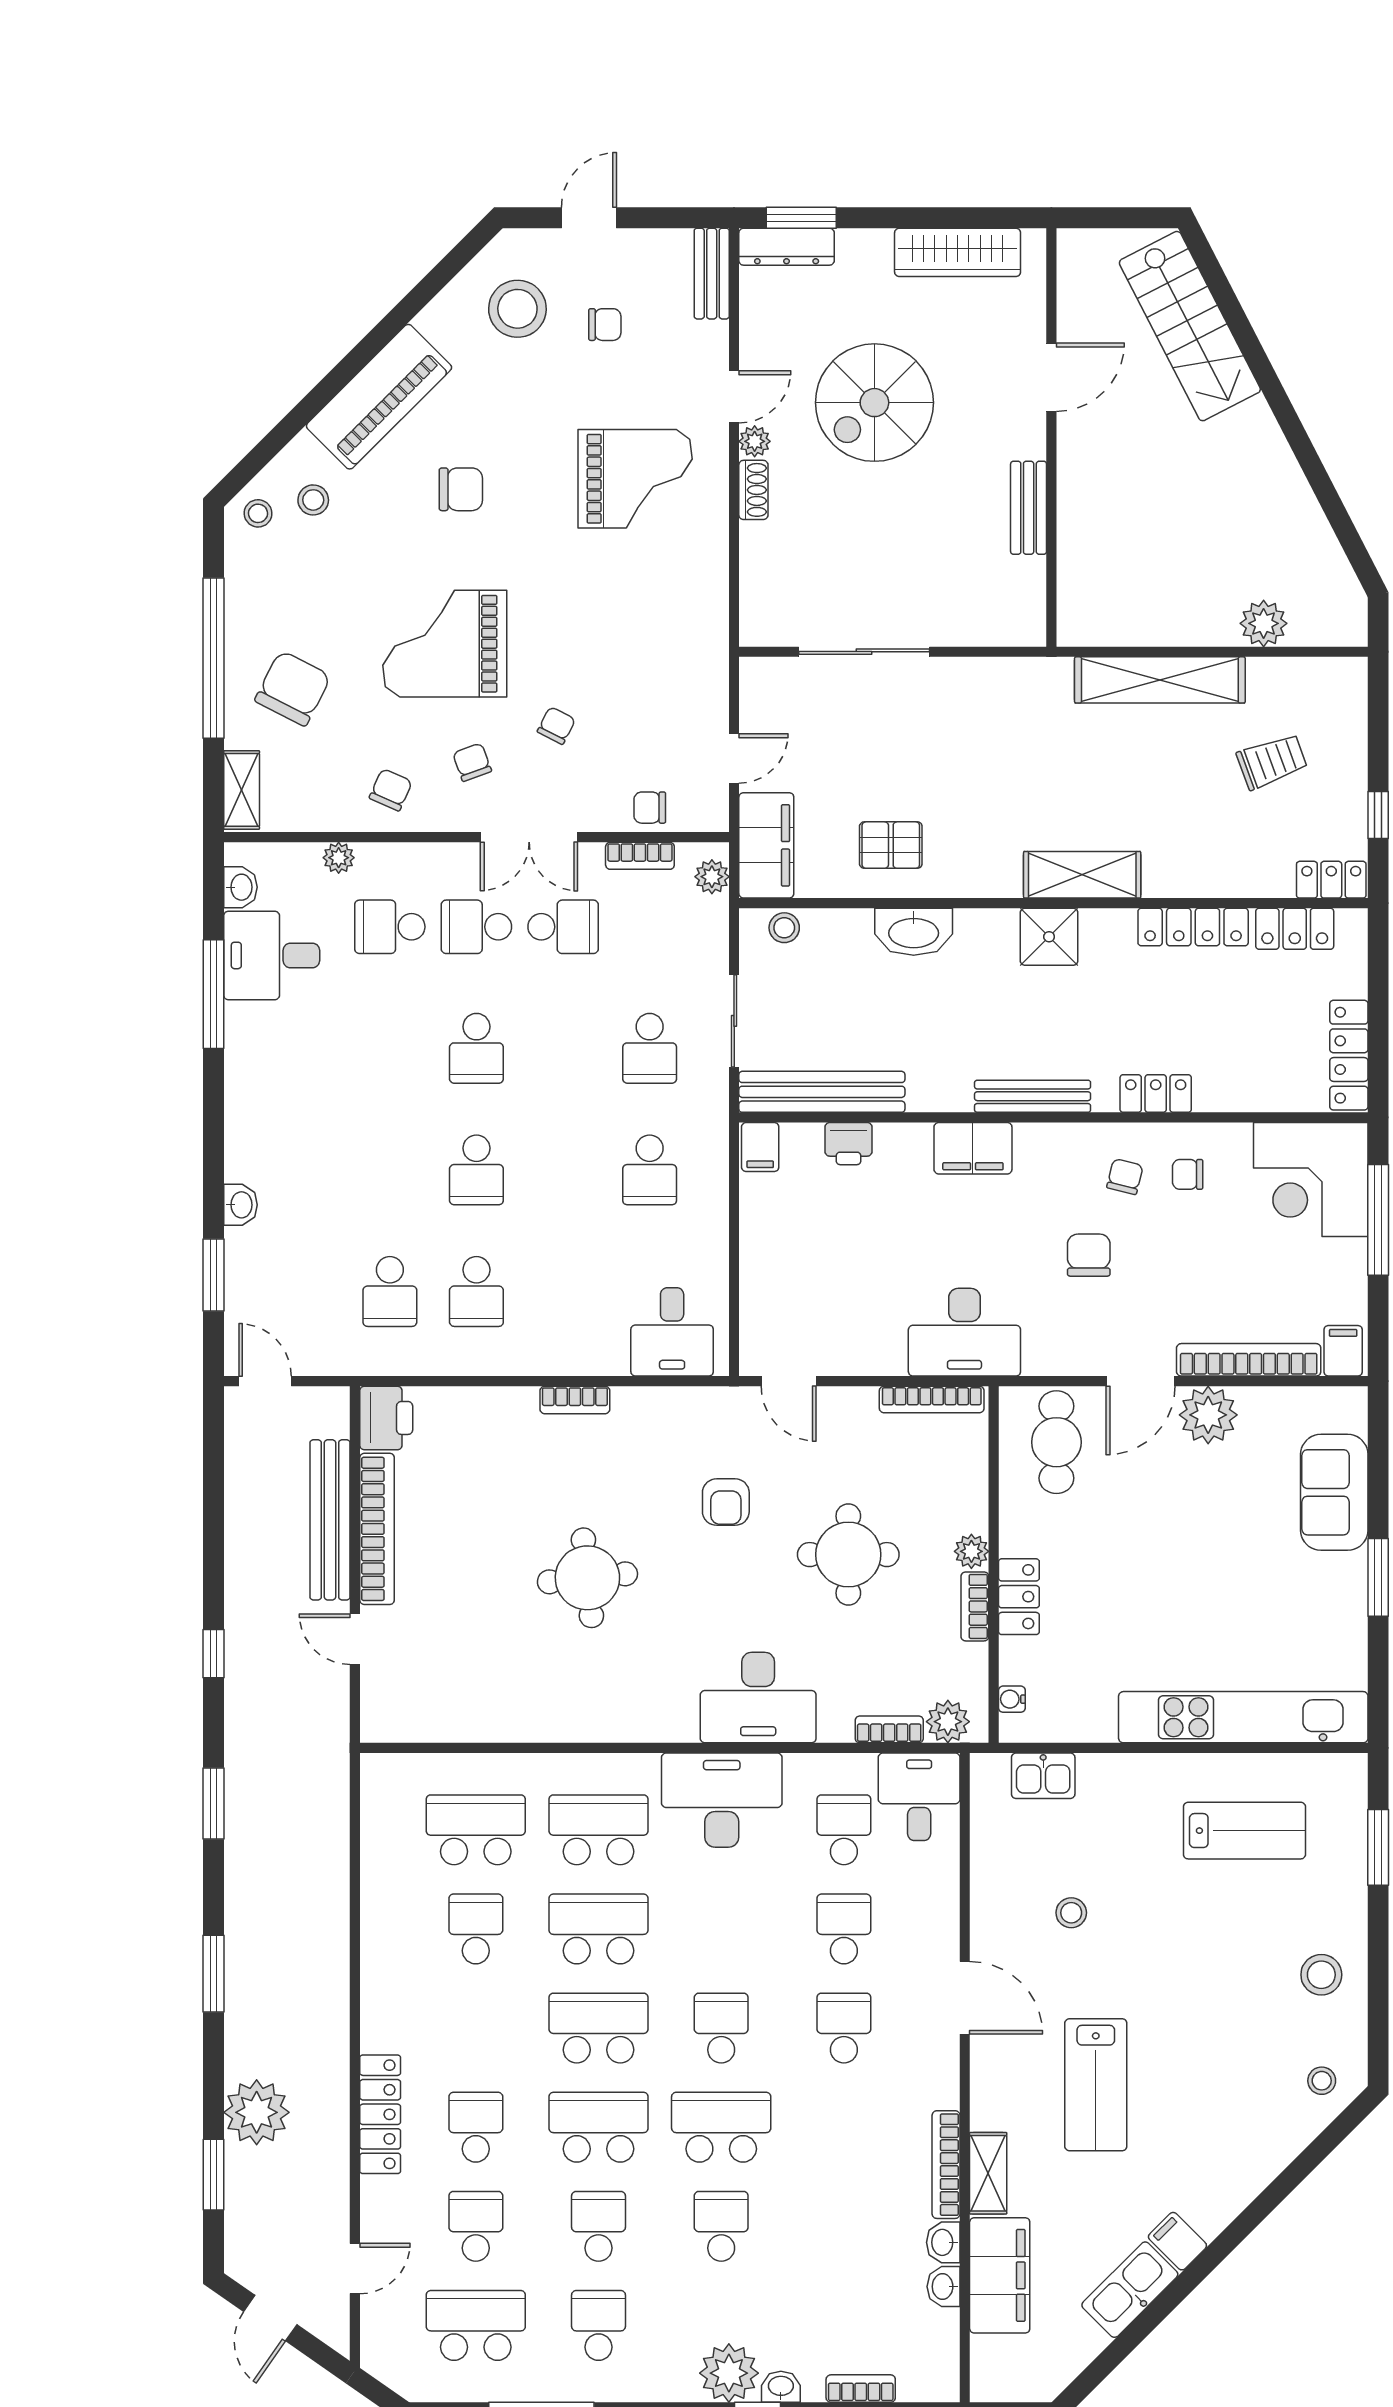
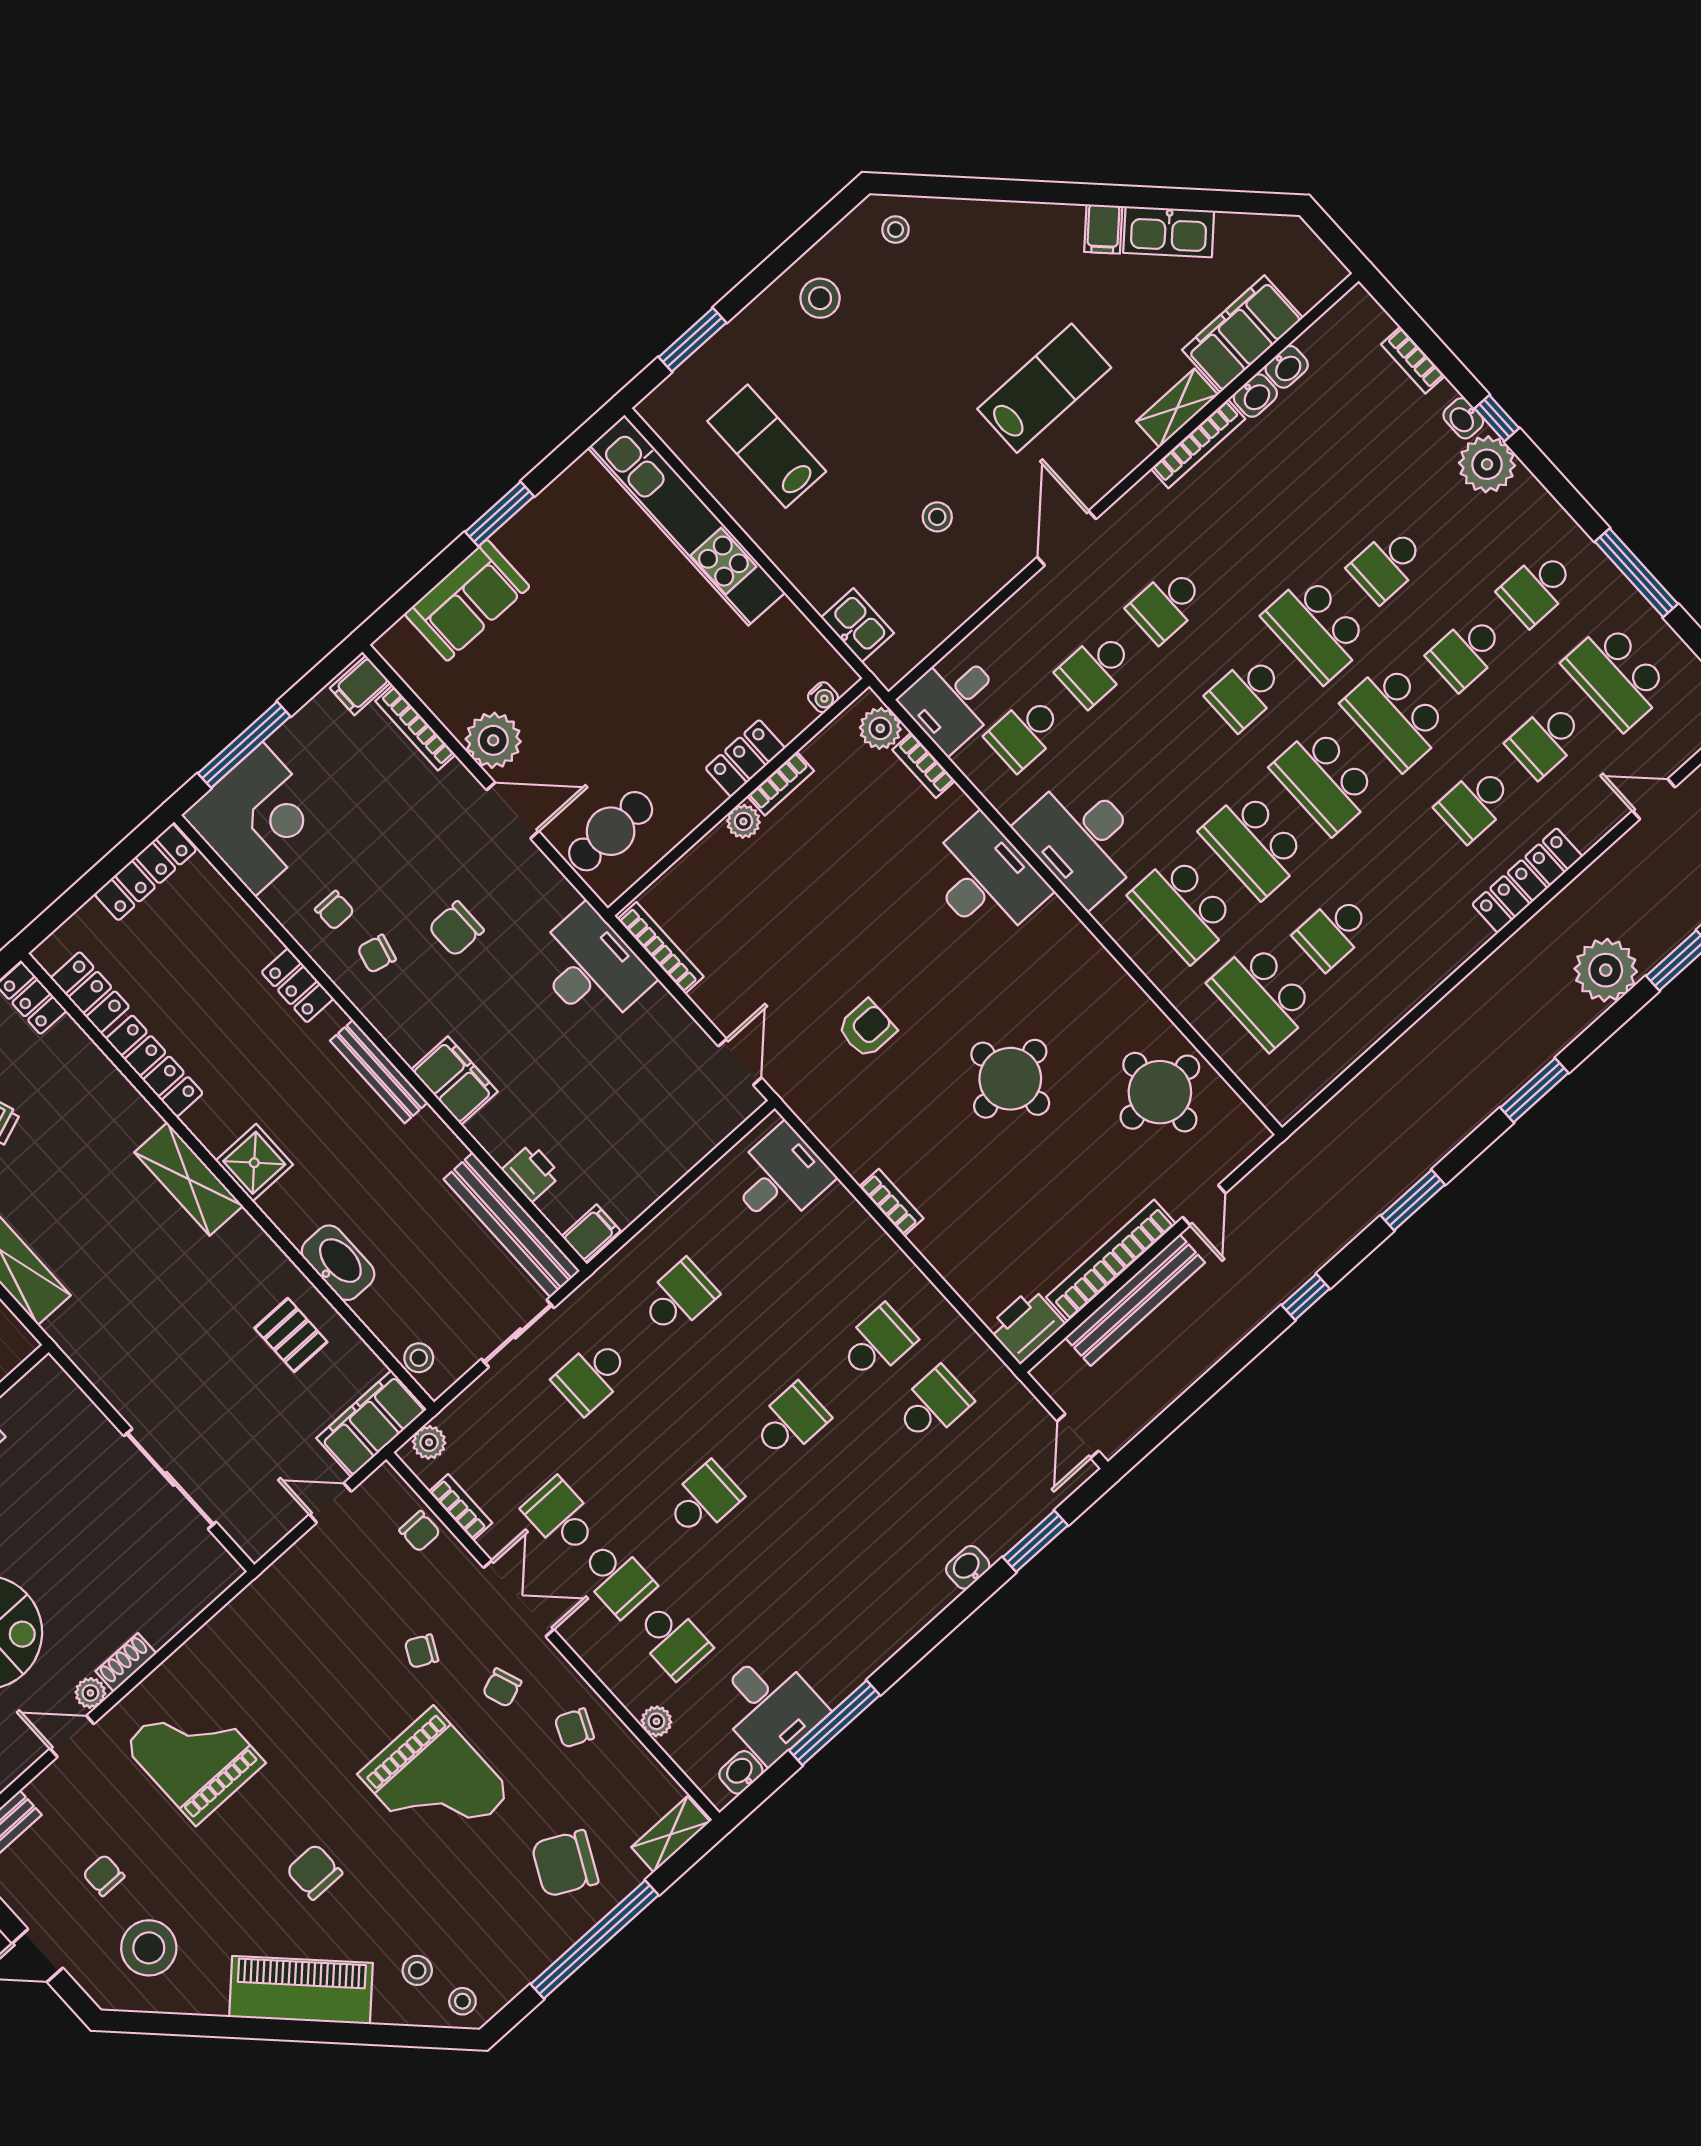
school desk: (650, 1048) -> (592, 1376), turned 180
bookcase: (1249, 1360) -> (415, 728), width x0.68, depth x0.76
round table: (848, 1555) -> (1160, 1092), moved

